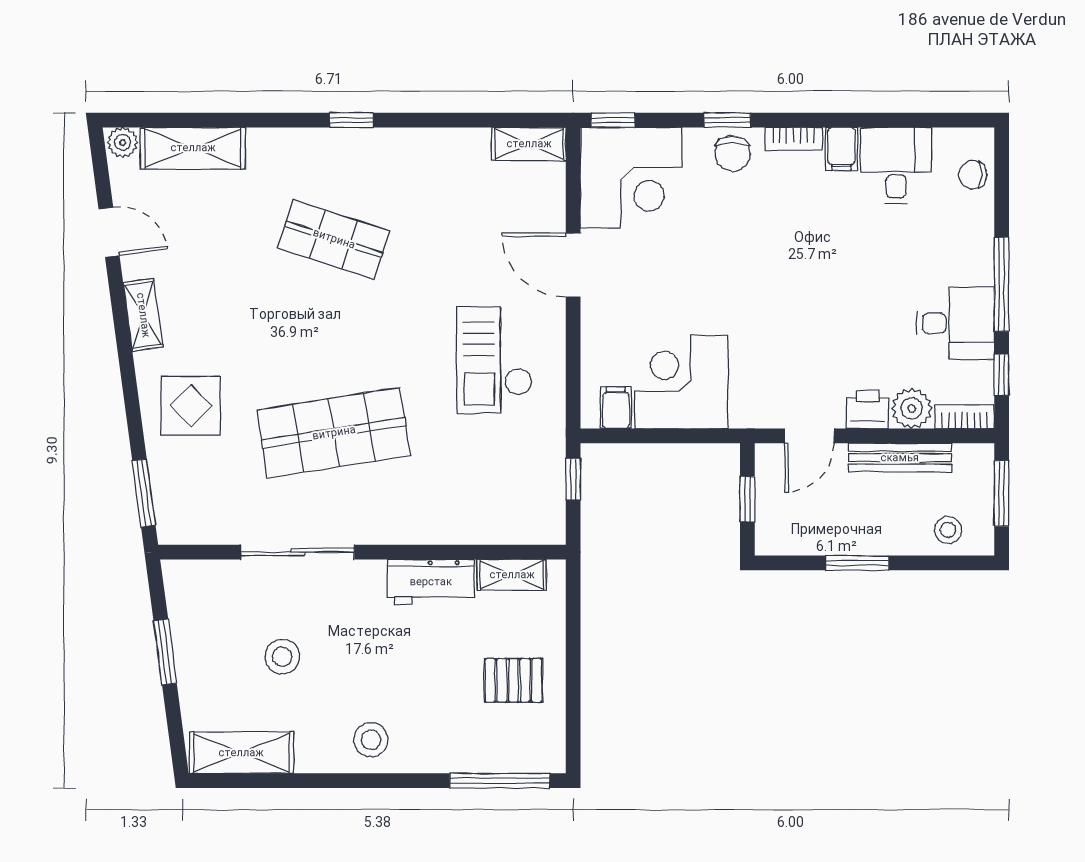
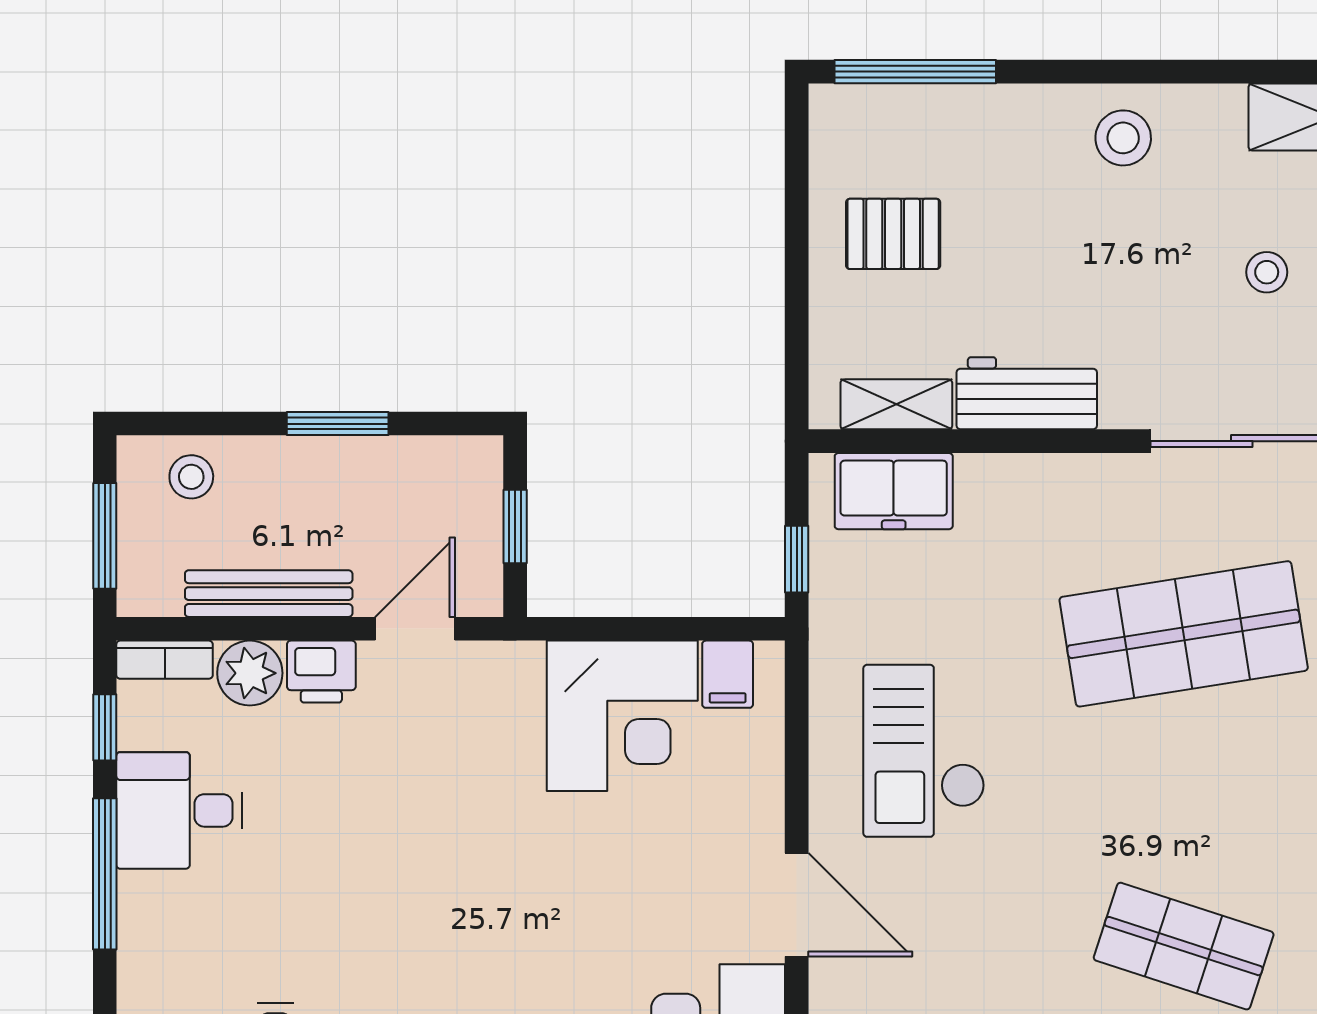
checkout: (494, 360) -> (924, 751), turned 180
freezer: (513, 521) -> (894, 491), added
stool: (282, 657) -> (1267, 272), width x0.73, depth x0.73

